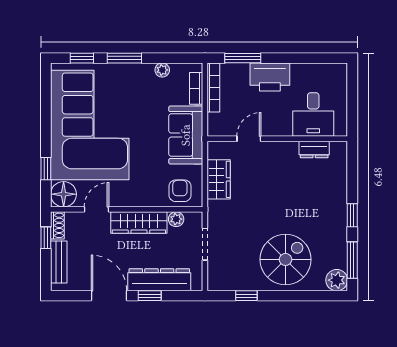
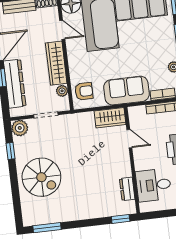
wardrobe: (219, 179) -> (110, 118), moved
window: (352, 215) -> (121, 219), moved
plant: (337, 280) -> (20, 128), moved

